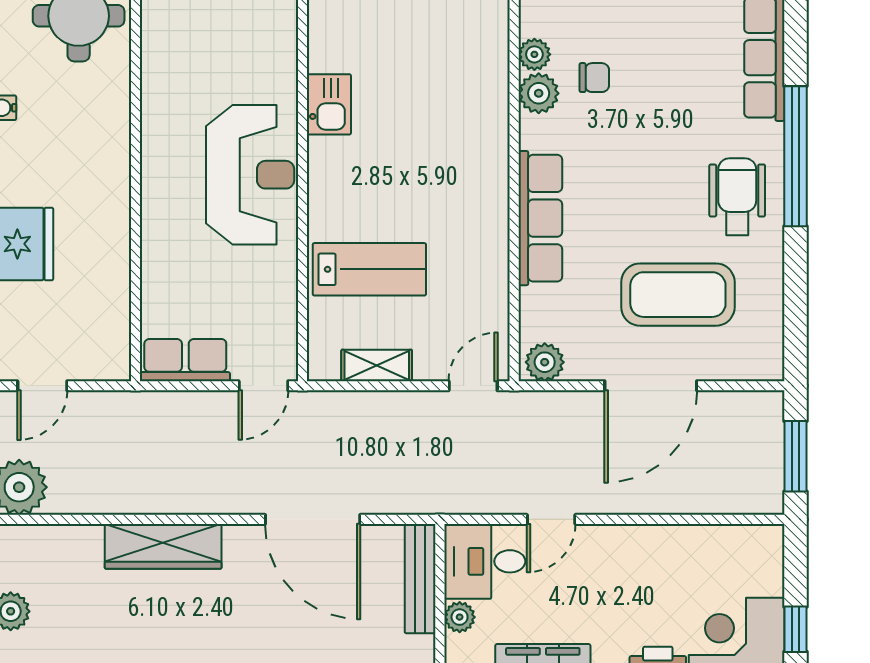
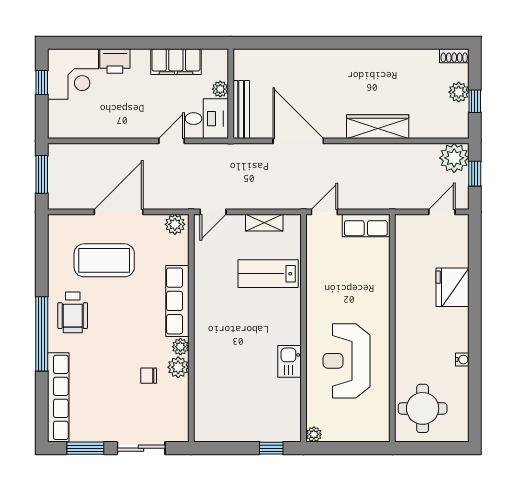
plant: (534, 54) -> (180, 347), moved
reception desk: (250, 175) -> (347, 361), moved

